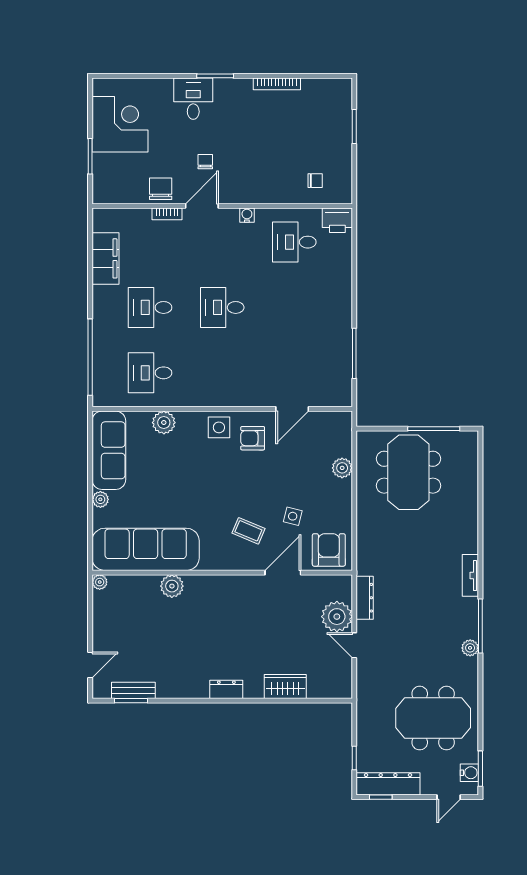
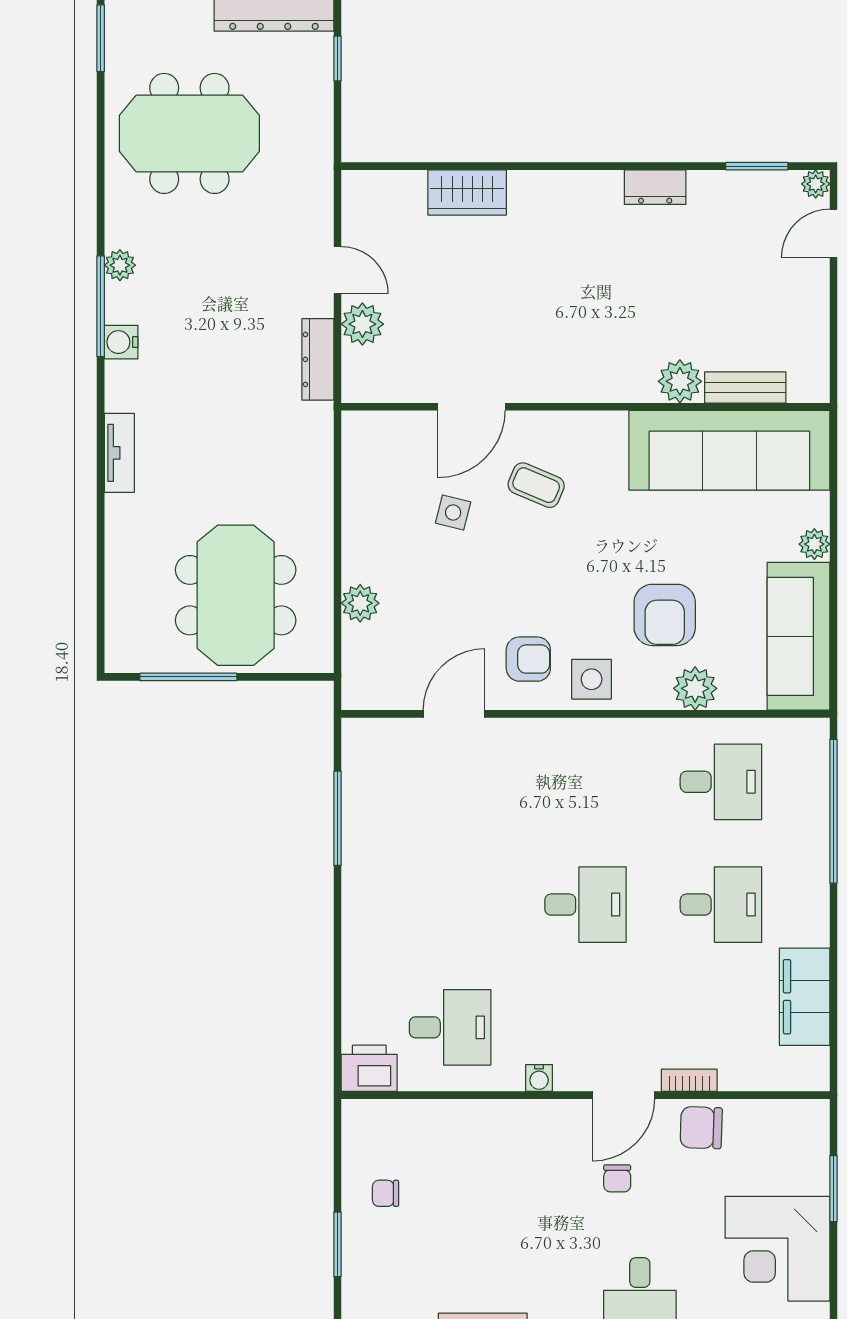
chair: (315, 181) -> (386, 1193), moved
chair: (161, 189) -> (701, 1128), turned 92
armchair: (329, 550) -> (665, 615), moved
tv unit: (470, 575) -> (119, 453), moved
plant: (100, 582) -> (816, 184), moved
plant: (337, 617) -> (362, 324), width x0.73, depth x0.73
dresser: (226, 689) -> (655, 187), moved
bench: (133, 690) -> (745, 387), moved
water cooler: (469, 773) -> (121, 342), moved

